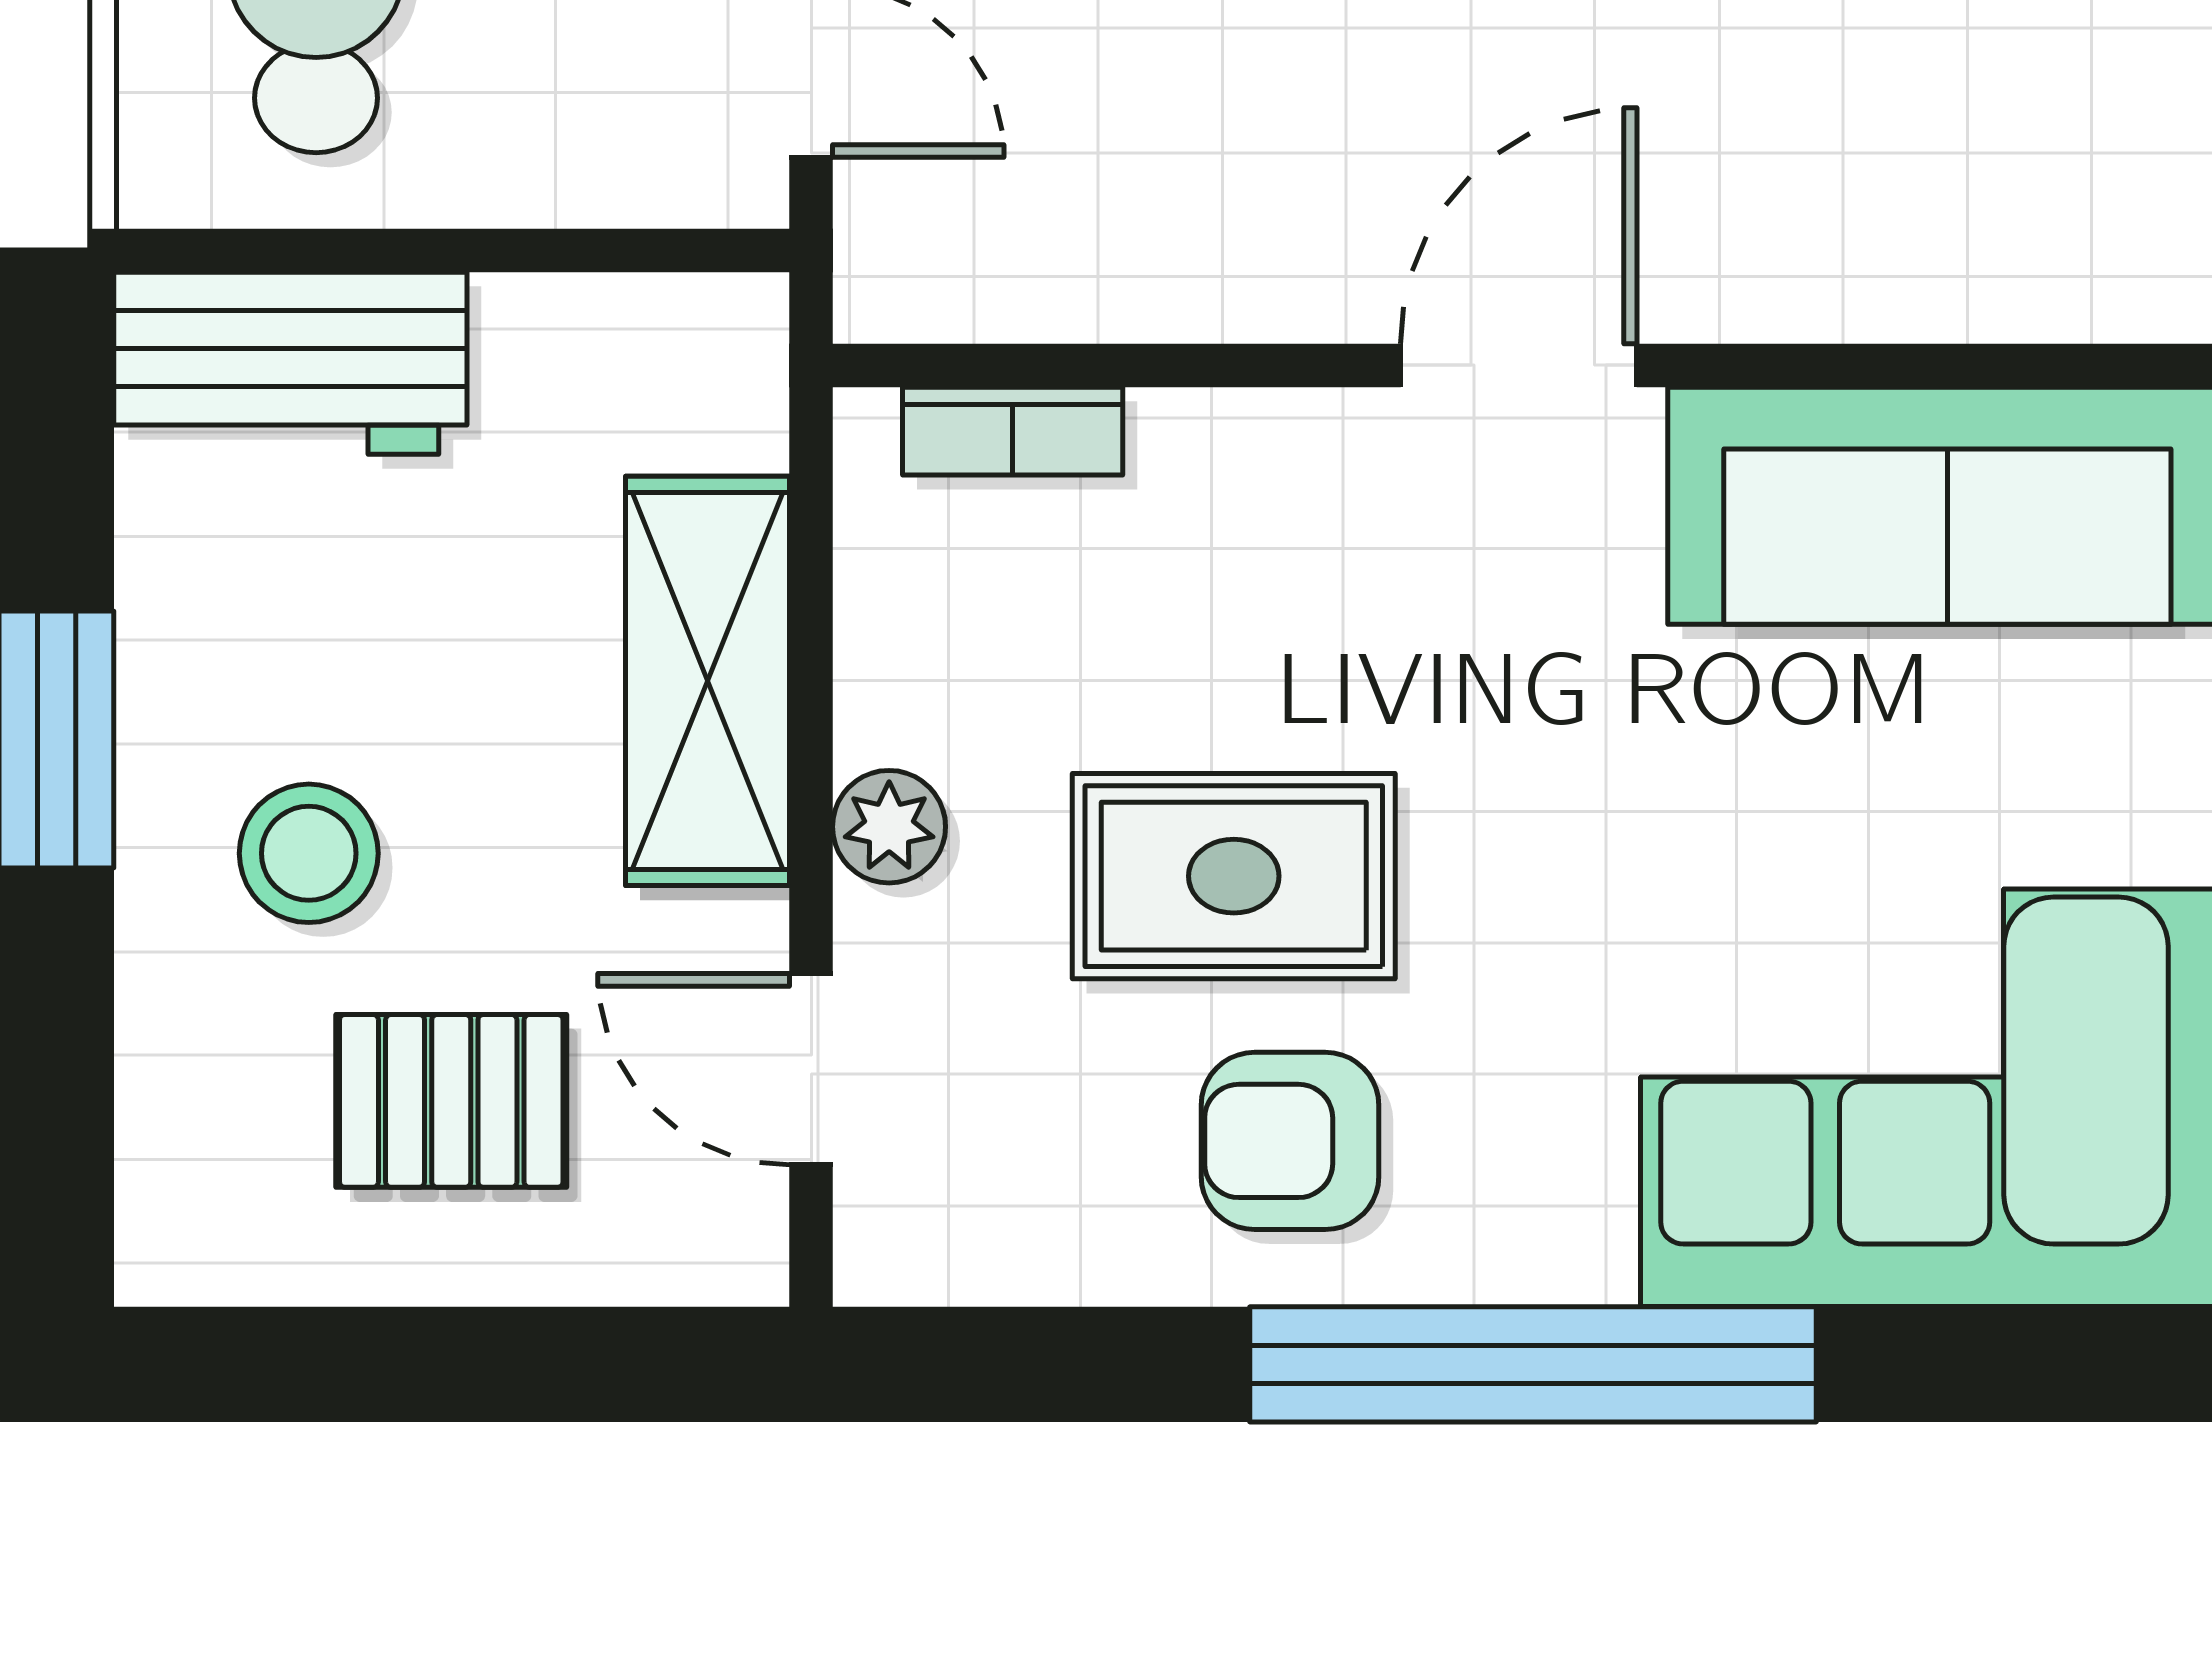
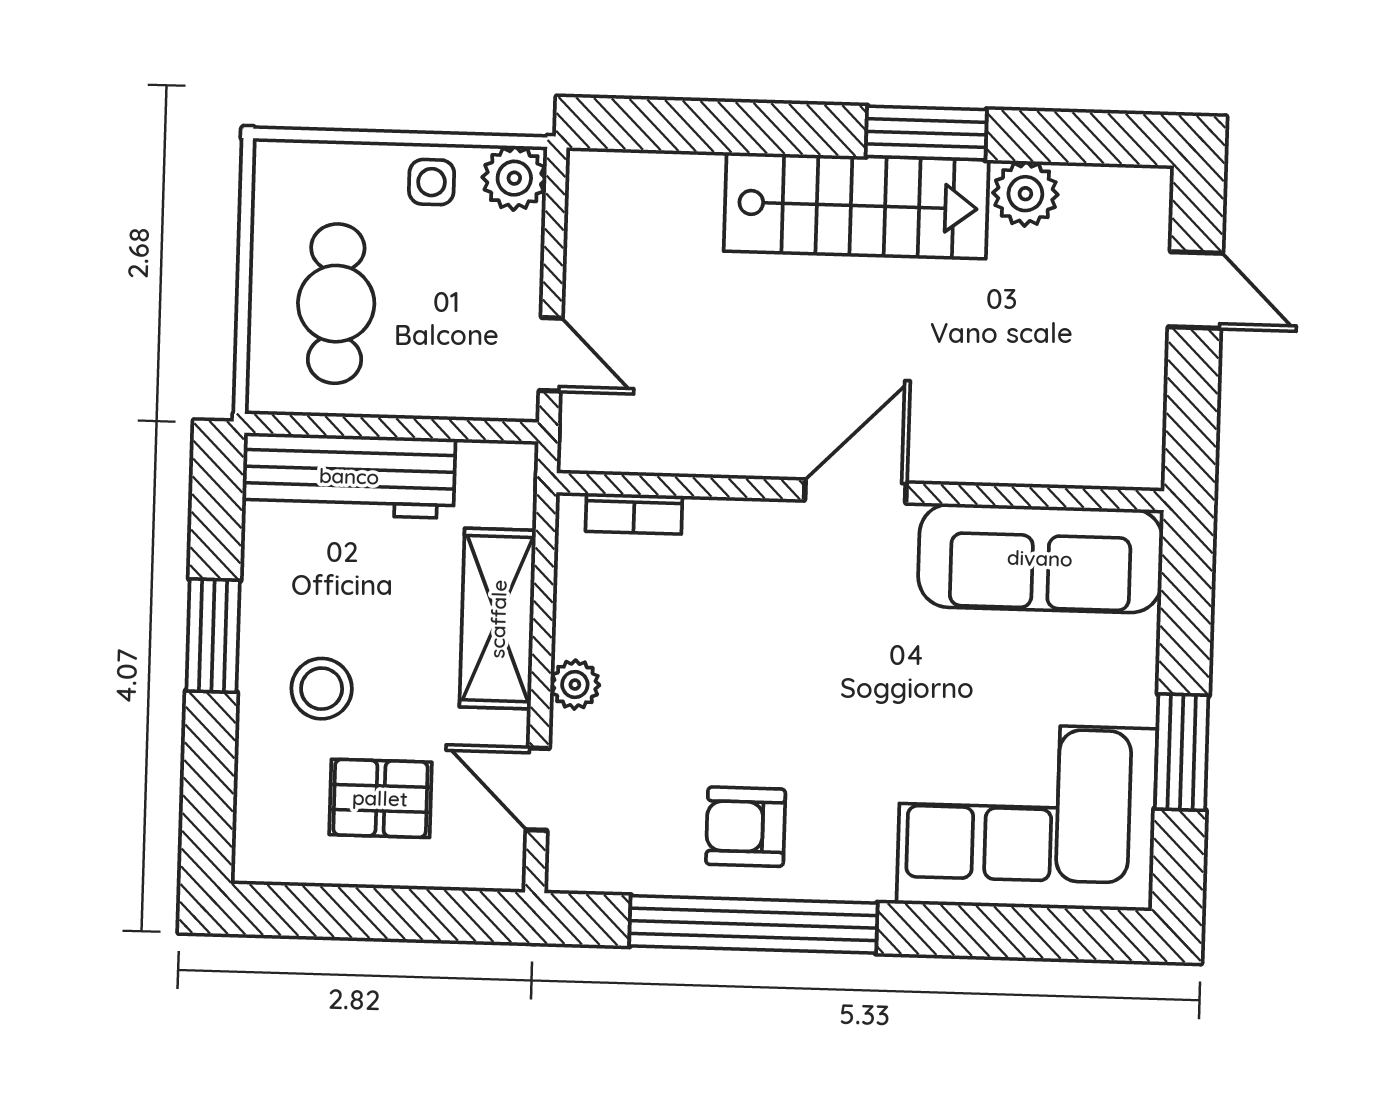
workbench: (290, 363) -> (349, 476), width x1.38
rug: (1234, 876) -> (725, 711), removed
window: (1533, 1364) -> (753, 924), moved

